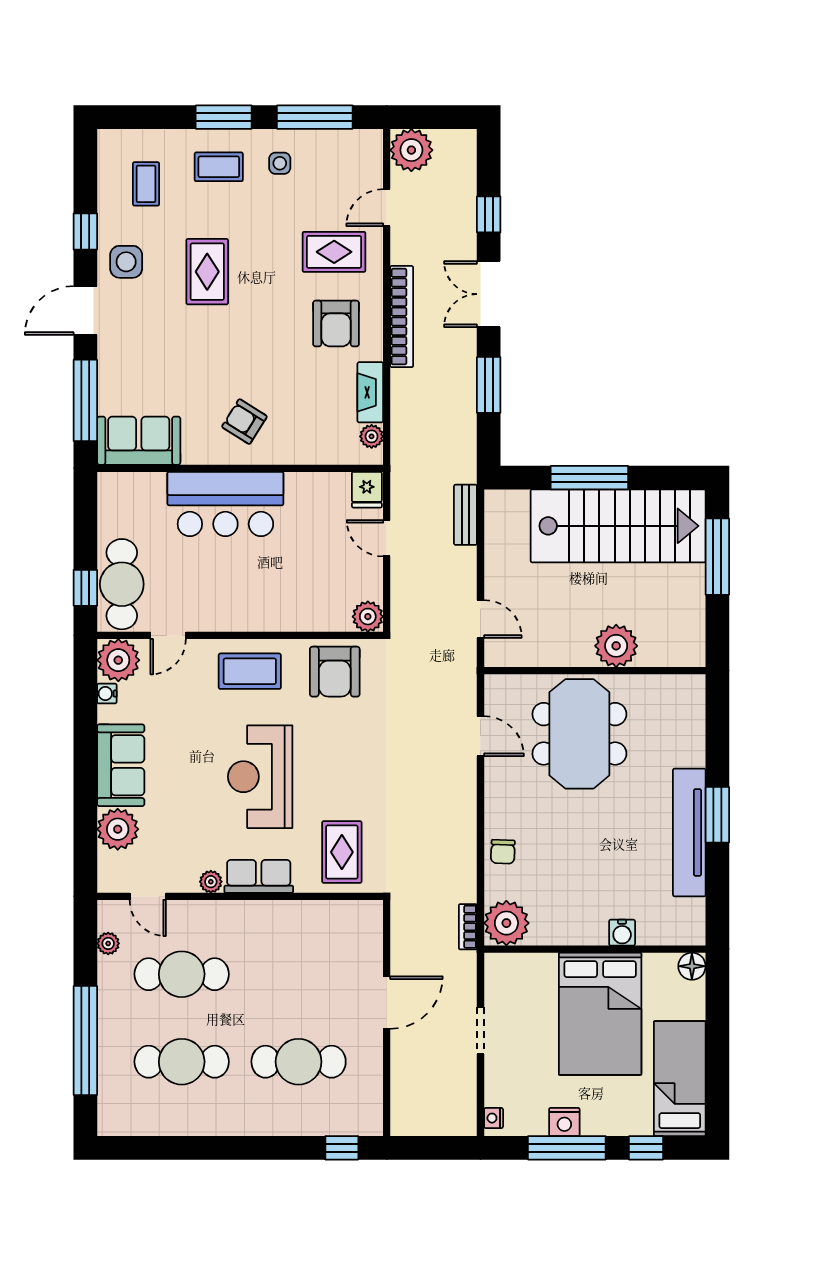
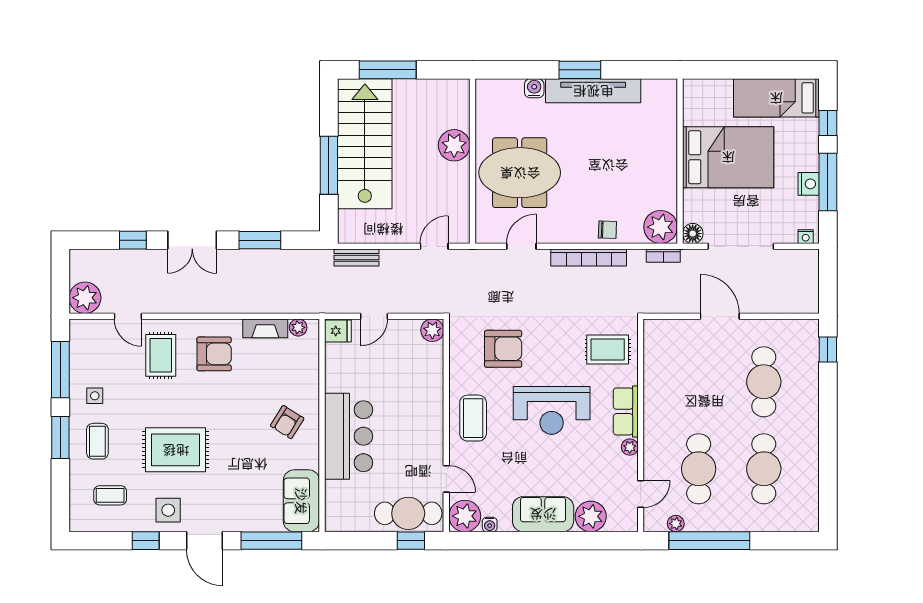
rug: (207, 272) -> (176, 450), width x1.36, depth x1.43
bookcase: (402, 317) -> (589, 257), moved, turned 180
armchair: (335, 672) -> (503, 349), moved
water cooler: (622, 933) -> (534, 88), moved, turned -90
floor lamp: (692, 966) -> (693, 234), moved
doorway: (480, 1031) -> (741, 246), width x1.88
window: (85, 1041) -> (709, 541), moved

